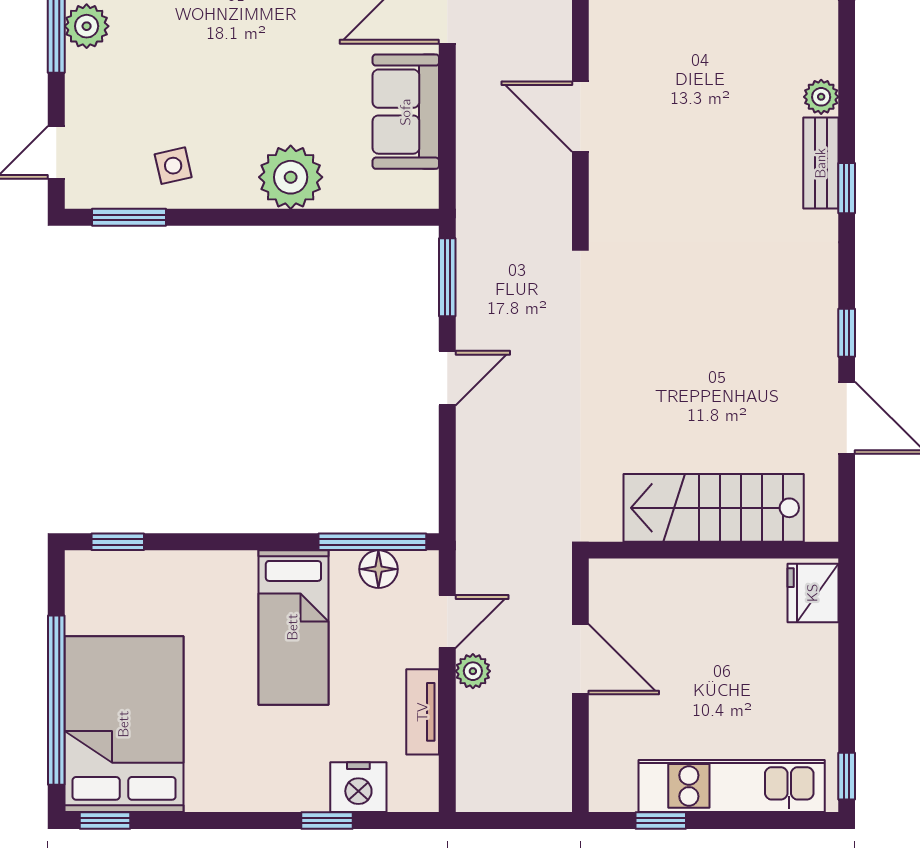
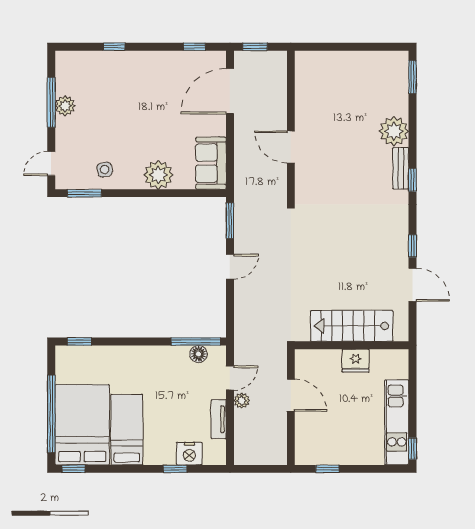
plant: (821, 97) -> (394, 131), width x1.88, depth x1.88
sofa: (406, 112) -> (211, 163), moved
fridge: (813, 593) -> (356, 361), moved, turned -90
bed: (293, 627) -> (127, 430), moved, turned 180
kitchen unit: (732, 786) -> (397, 422), moved, turned -90

